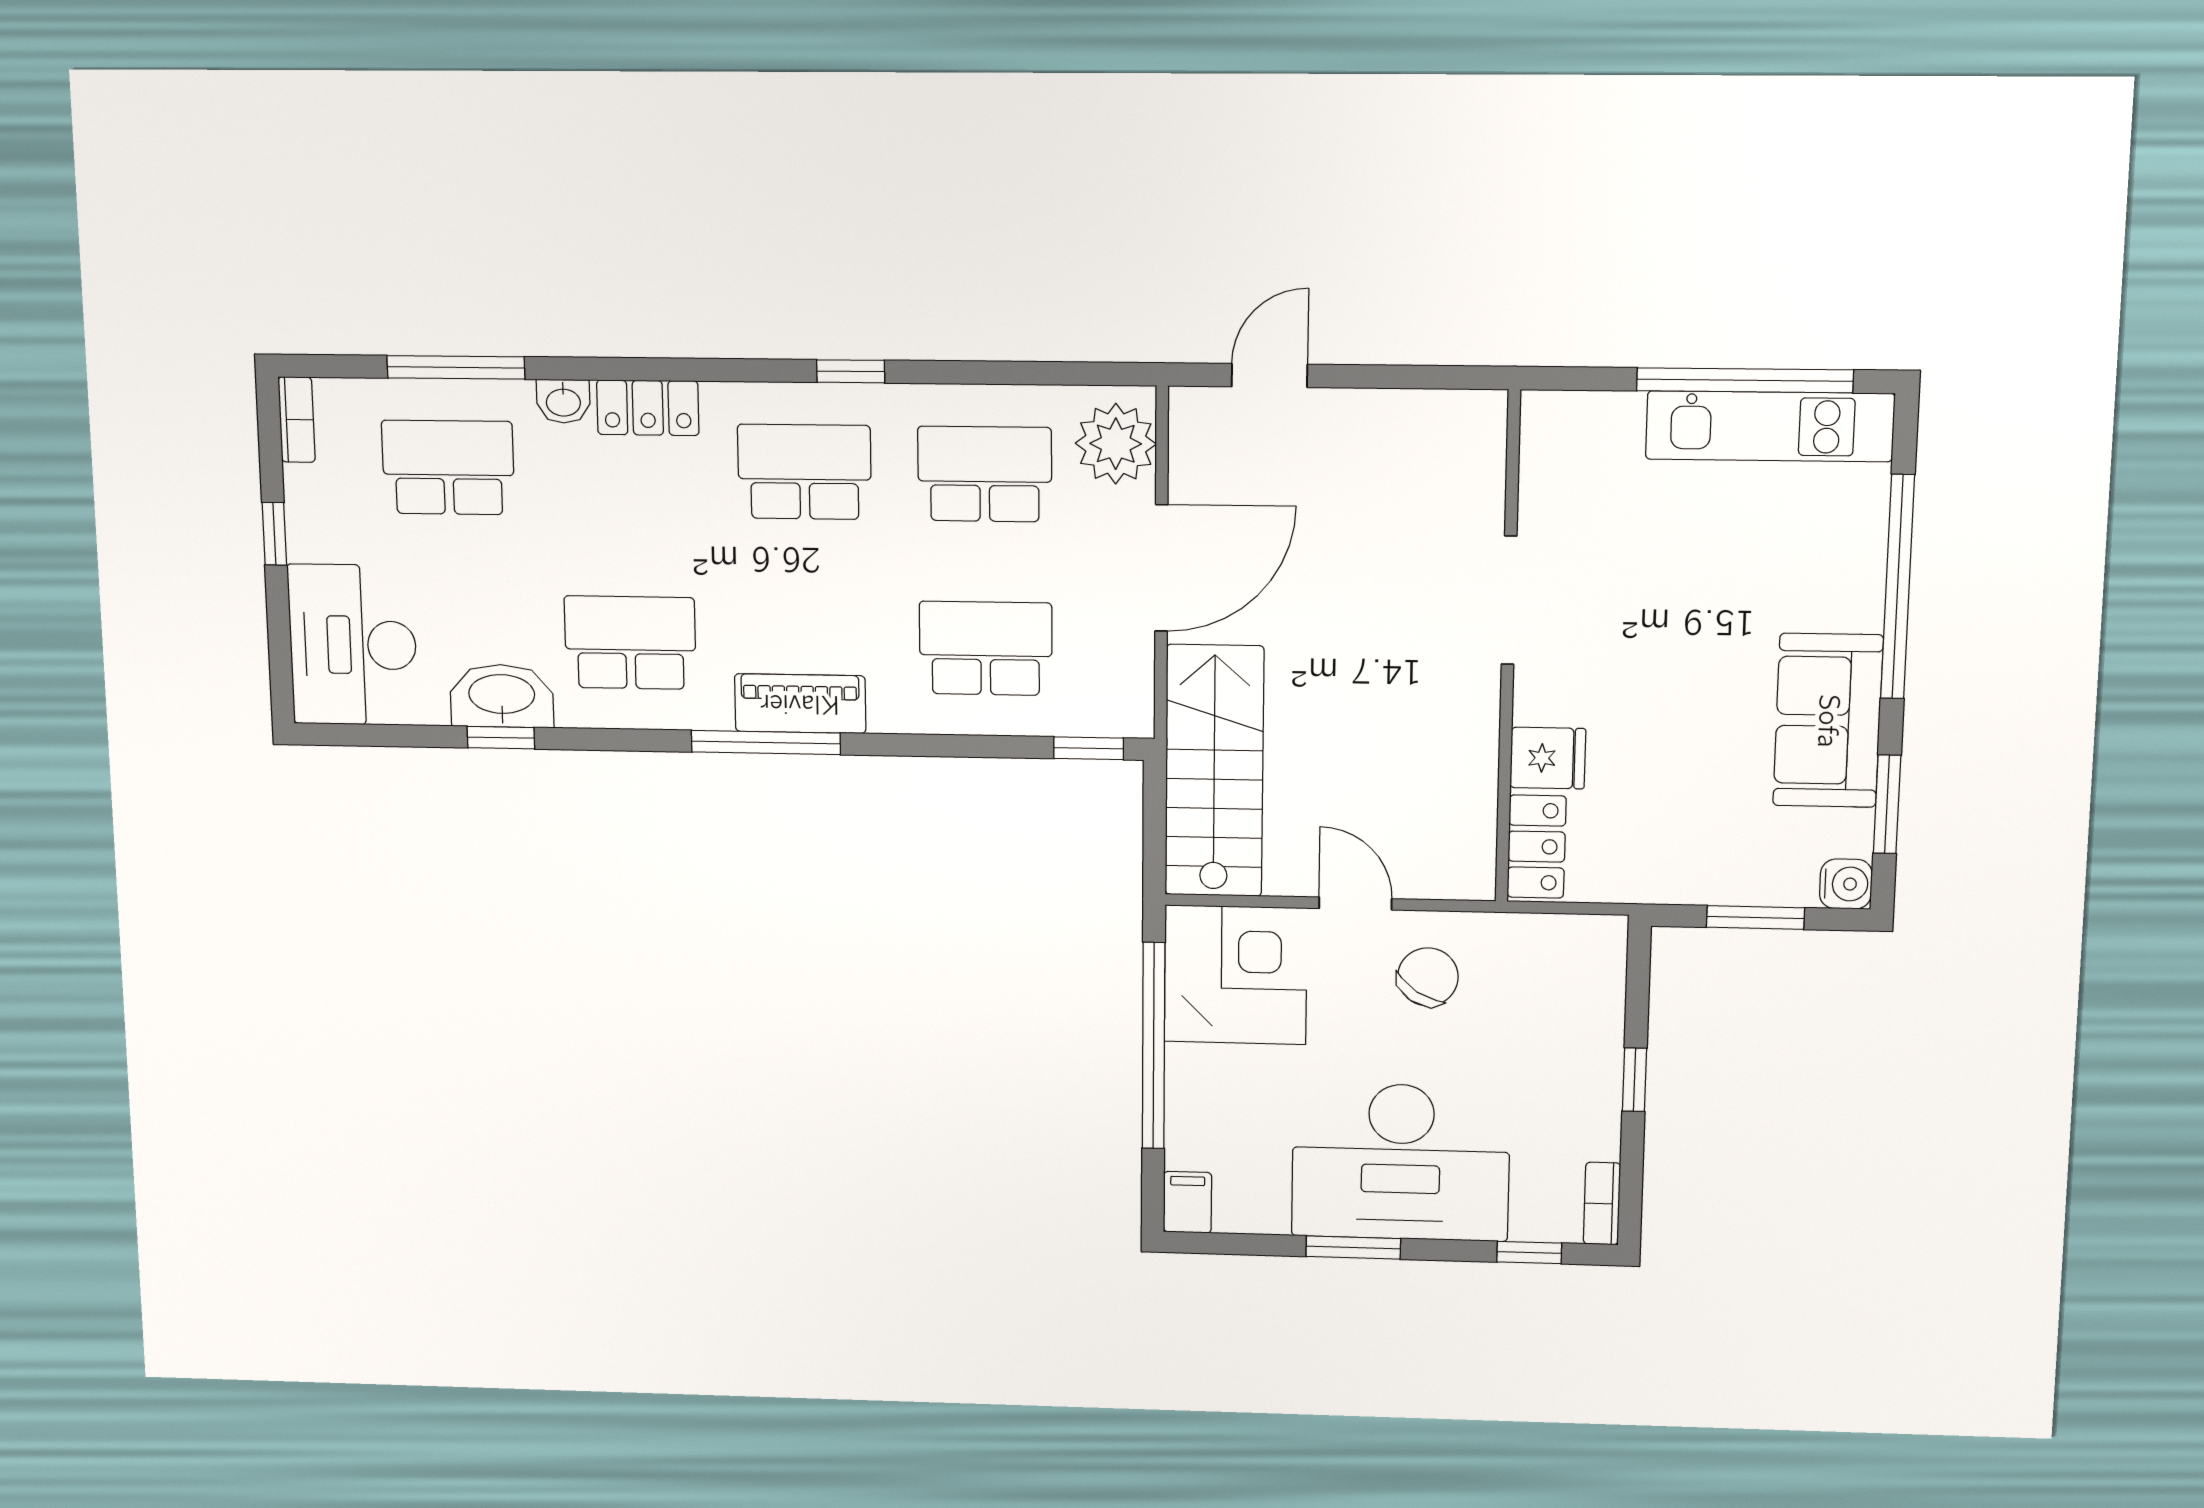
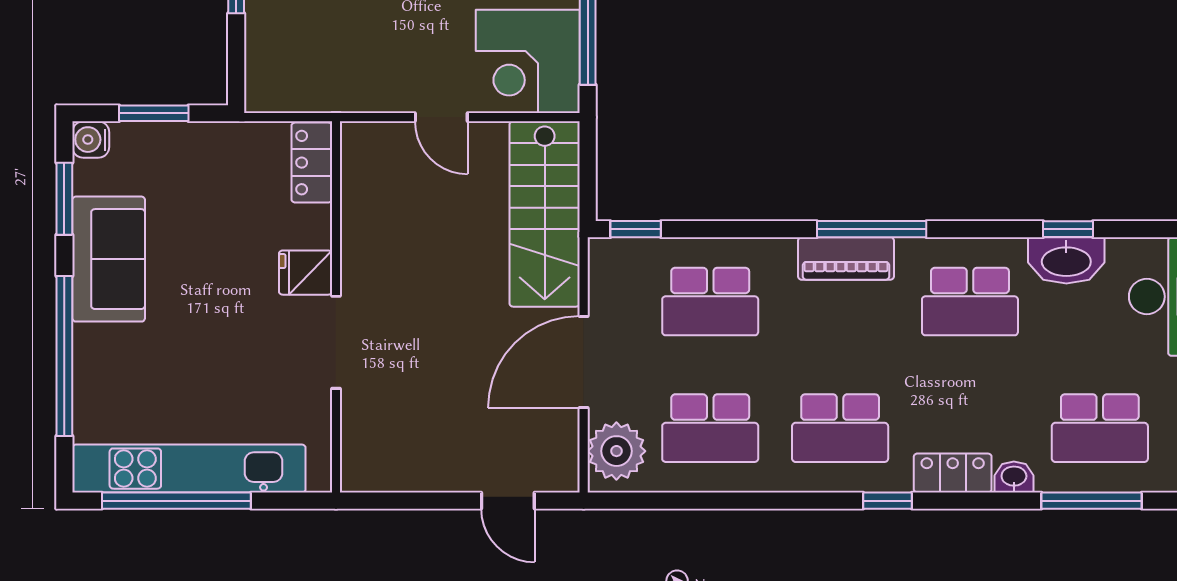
window: (851, 371) -> (888, 501), moved
door: (1270, 376) -> (508, 501), hinge flipped
kitchen unit: (1770, 426) -> (189, 469), width x1.36
fridge: (1548, 758) -> (306, 273), moved
chair: (1428, 977) -> (388, 63), removed

